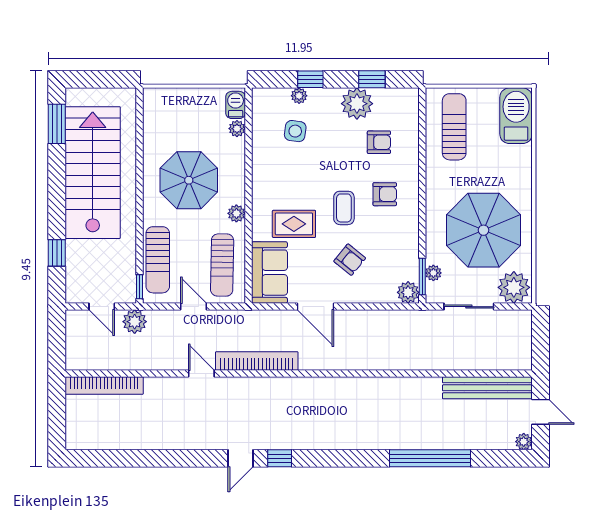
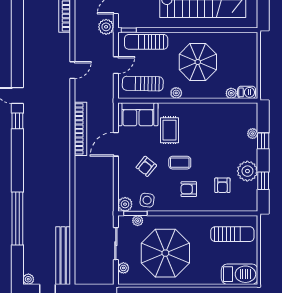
side table: (295, 131) -> (147, 200), moved
armchair: (385, 194) -> (189, 189), turned 90
plant: (514, 287) -> (123, 268), width x0.53, depth x0.53
bookcase: (257, 361) -> (80, 129), moved

